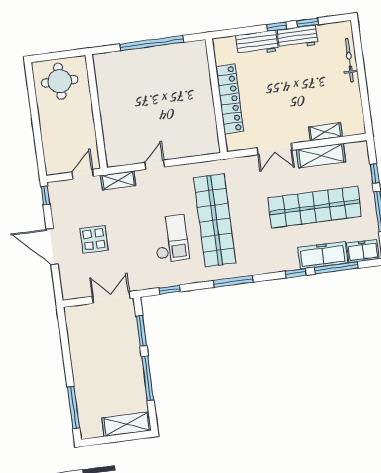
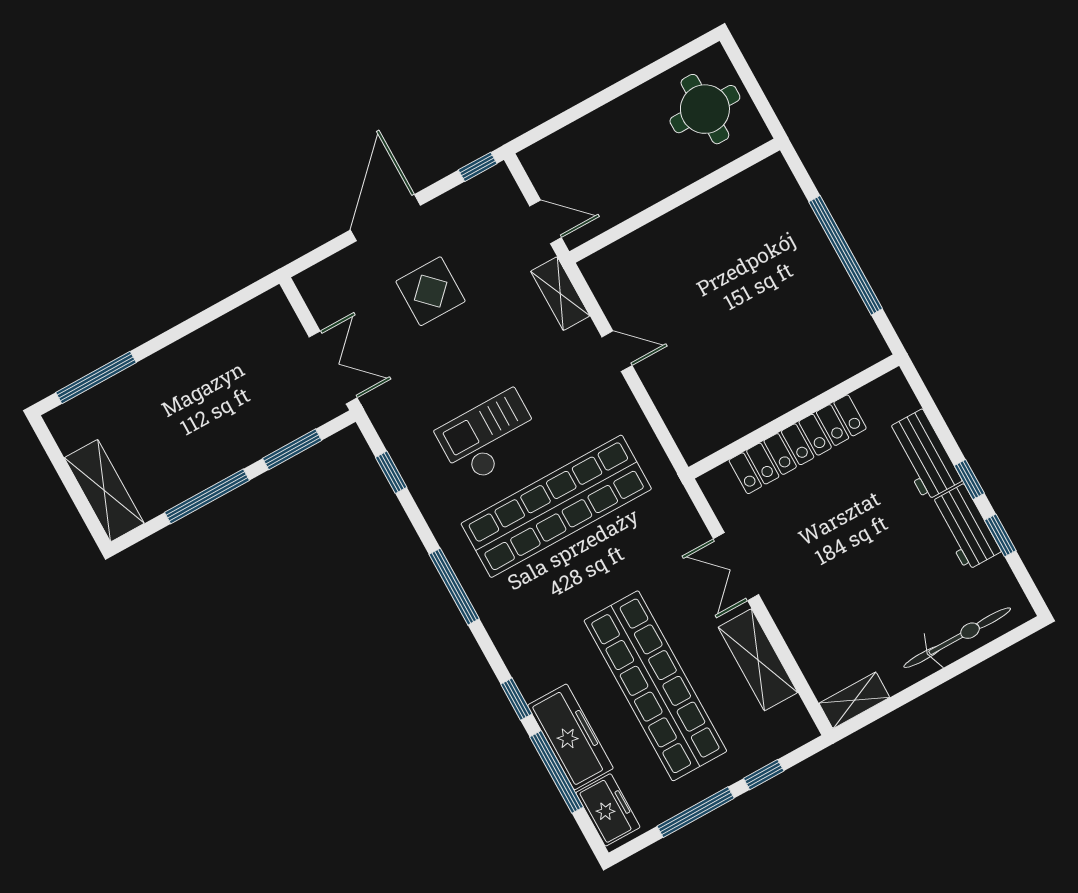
bicycle: (349, 60) -> (957, 638), width x1.37, depth x1.40
shelving: (325, 132) -> (854, 700), moved, turned 90
checkout: (171, 239) -> (489, 437), turned 180

